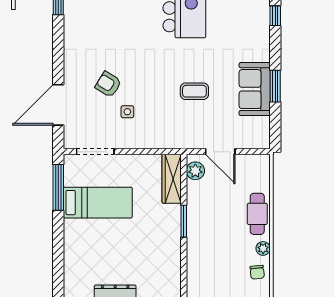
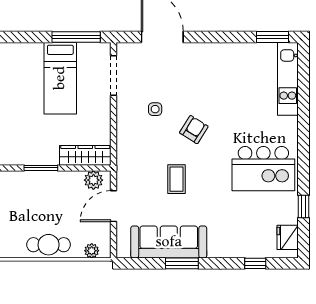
armchair: (108, 84) -> (194, 130), moved
sofa: (255, 89) -> (169, 242), width x1.36
plant: (263, 248) -> (92, 251), moved

